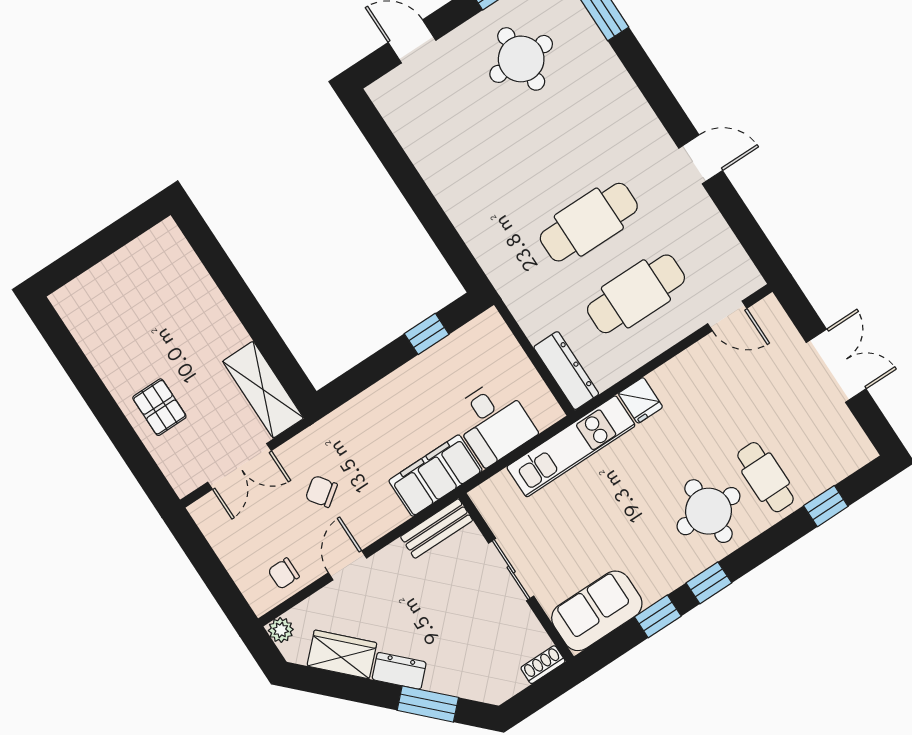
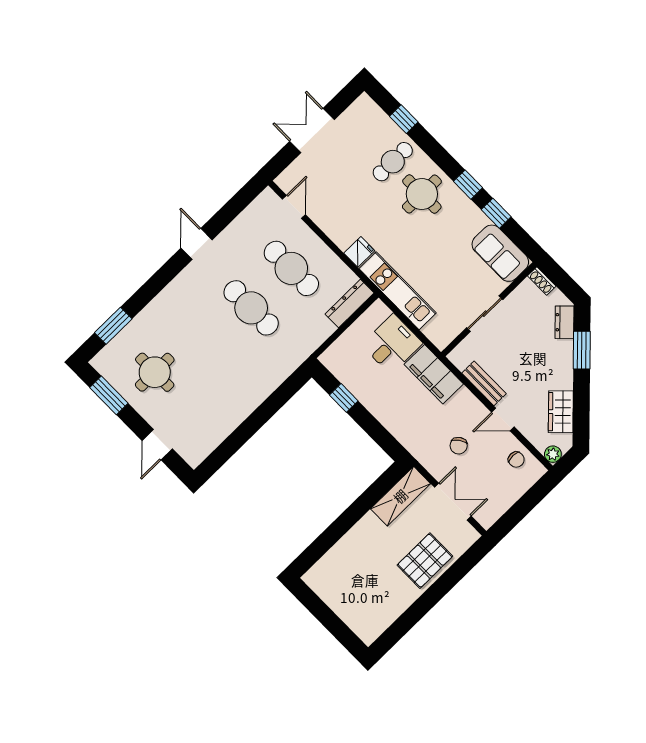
pallet: (159, 407) -> (425, 561), width x1.50, depth x1.42
bench: (437, 528) -> (484, 383), moved
dresser: (399, 671) -> (565, 322), moved

